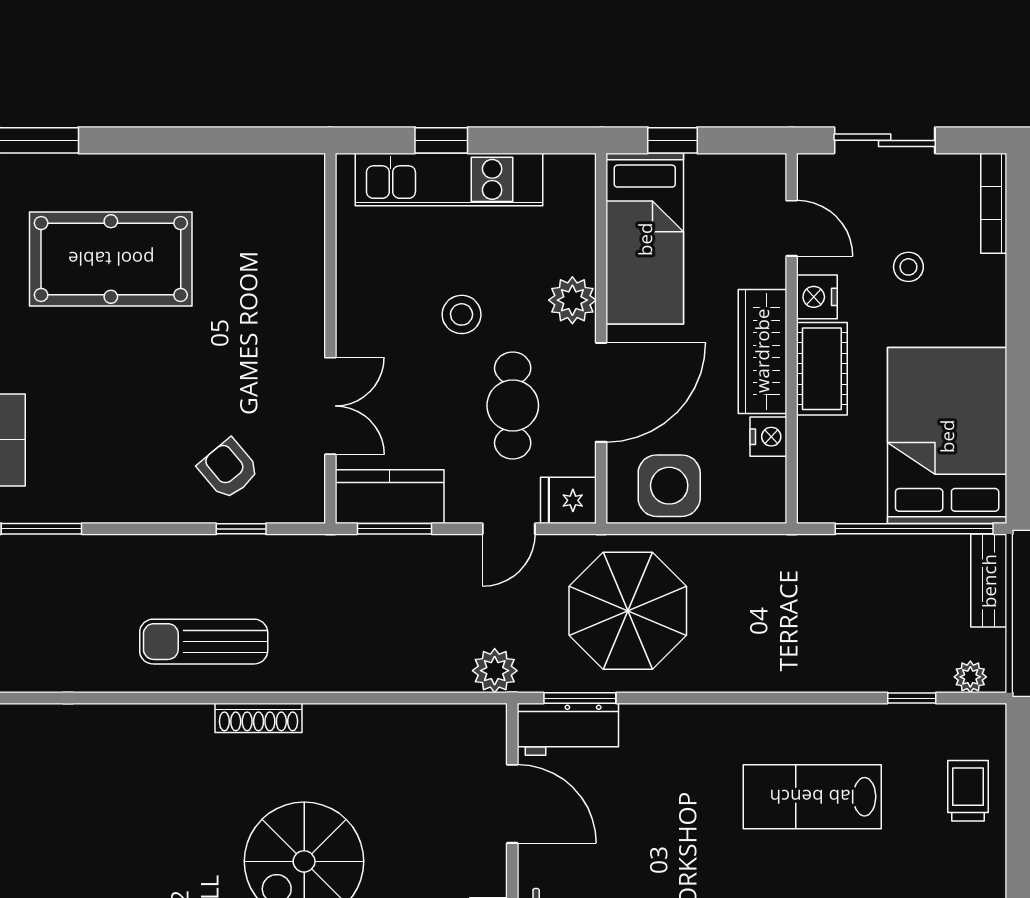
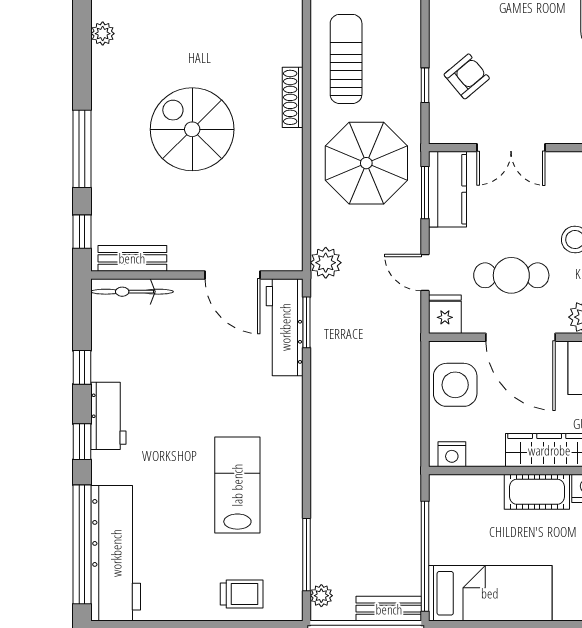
bed: (947, 436) -> (490, 593), width x0.67
nightstand: (768, 437) -> (452, 454), moved
parasol: (628, 611) -> (366, 163), moved
window: (912, 698) -> (307, 555), width x2.17
workbench: (568, 729) -> (285, 327), width x1.38
door: (512, 804) -> (232, 275), hinge flipped

